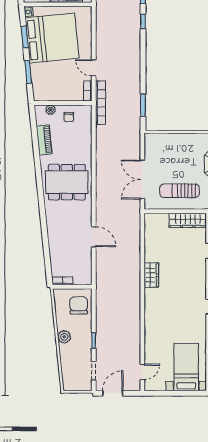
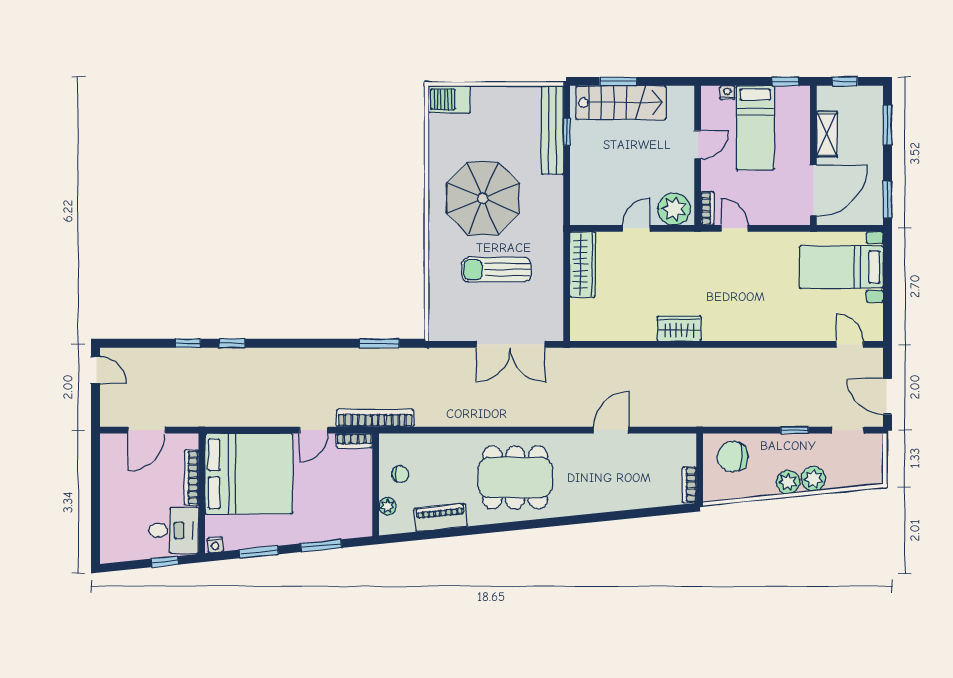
bed: (52, 38) -> (249, 474), moved, turned 96
dining table: (67, 182) -> (515, 477), turned 90
sun lounger: (180, 191) -> (496, 270), moved, turned 90
plant: (66, 351) -> (813, 479), added

